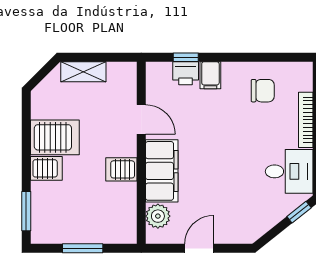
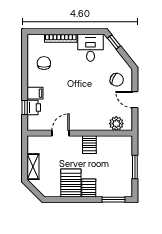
filing cabinet: (162, 171) -> (90, 121), removed
chair: (234, 217) -> (117, 80), added

